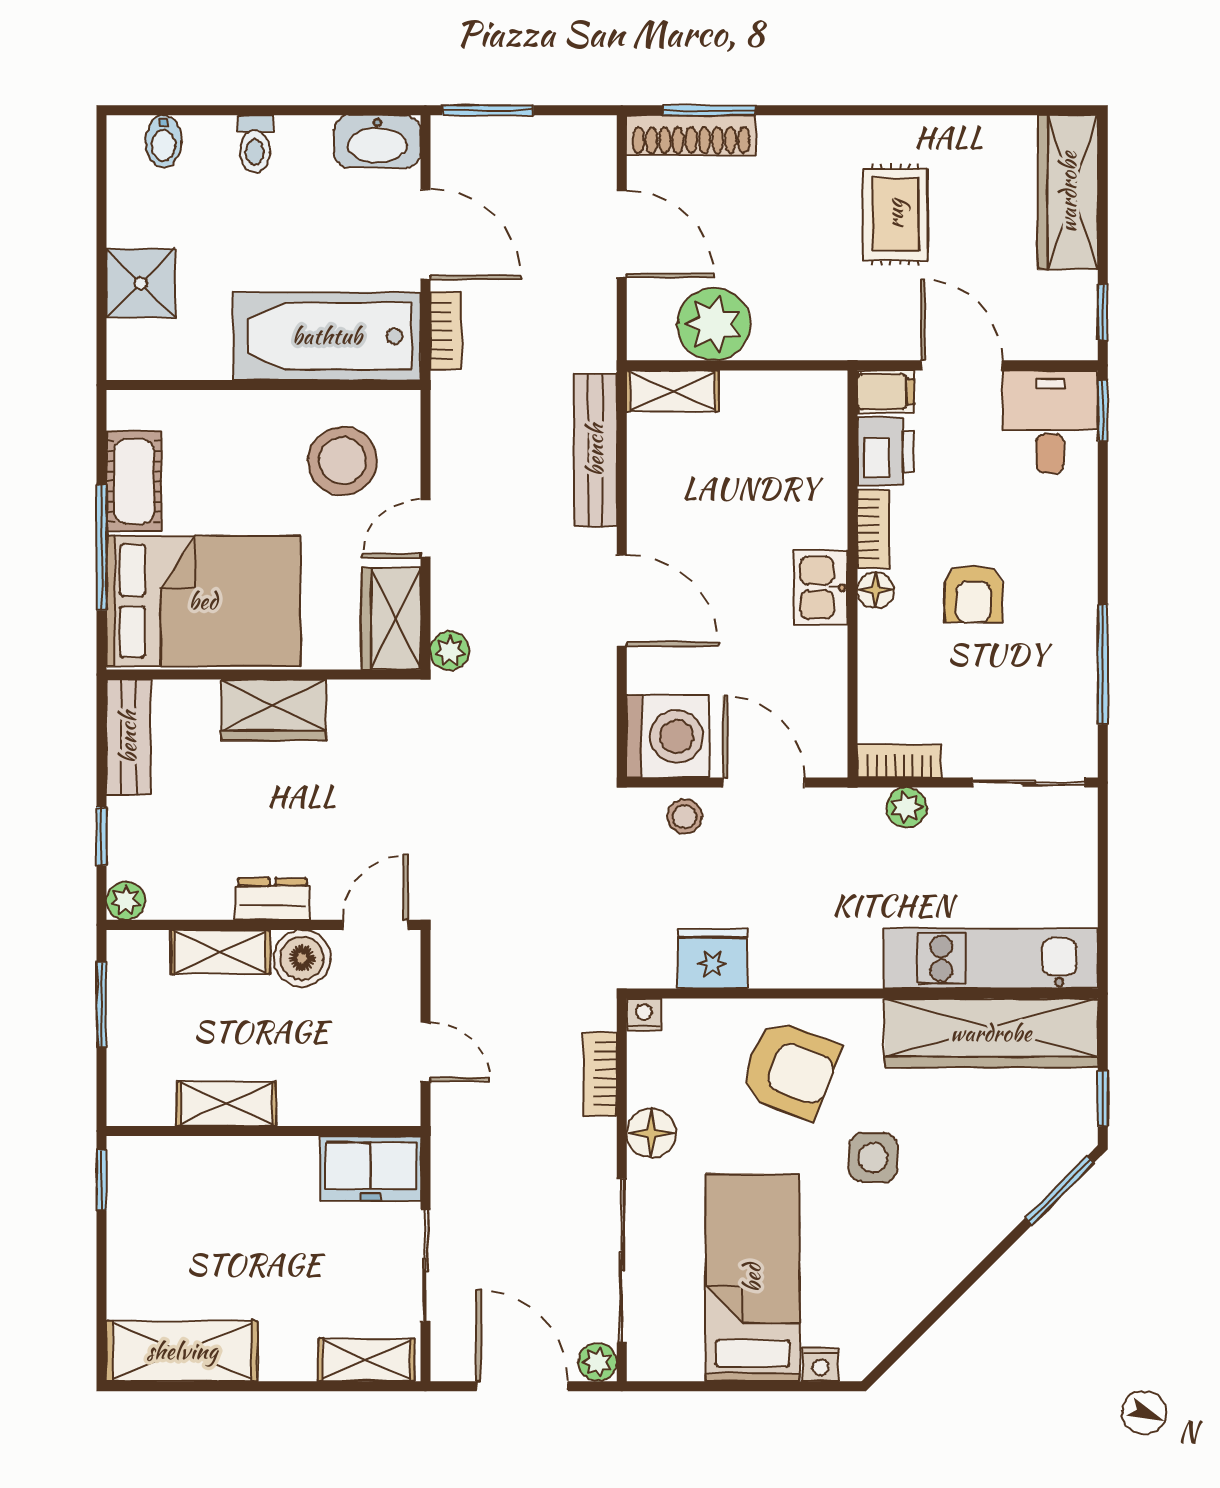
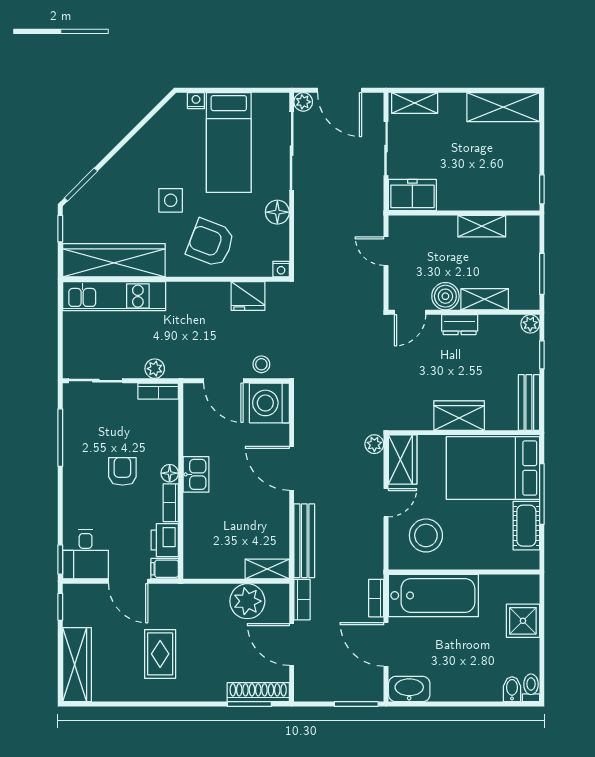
toilet: (255, 144) -> (531, 688), moved
bookcase: (600, 1074) -> (302, 600), moved

